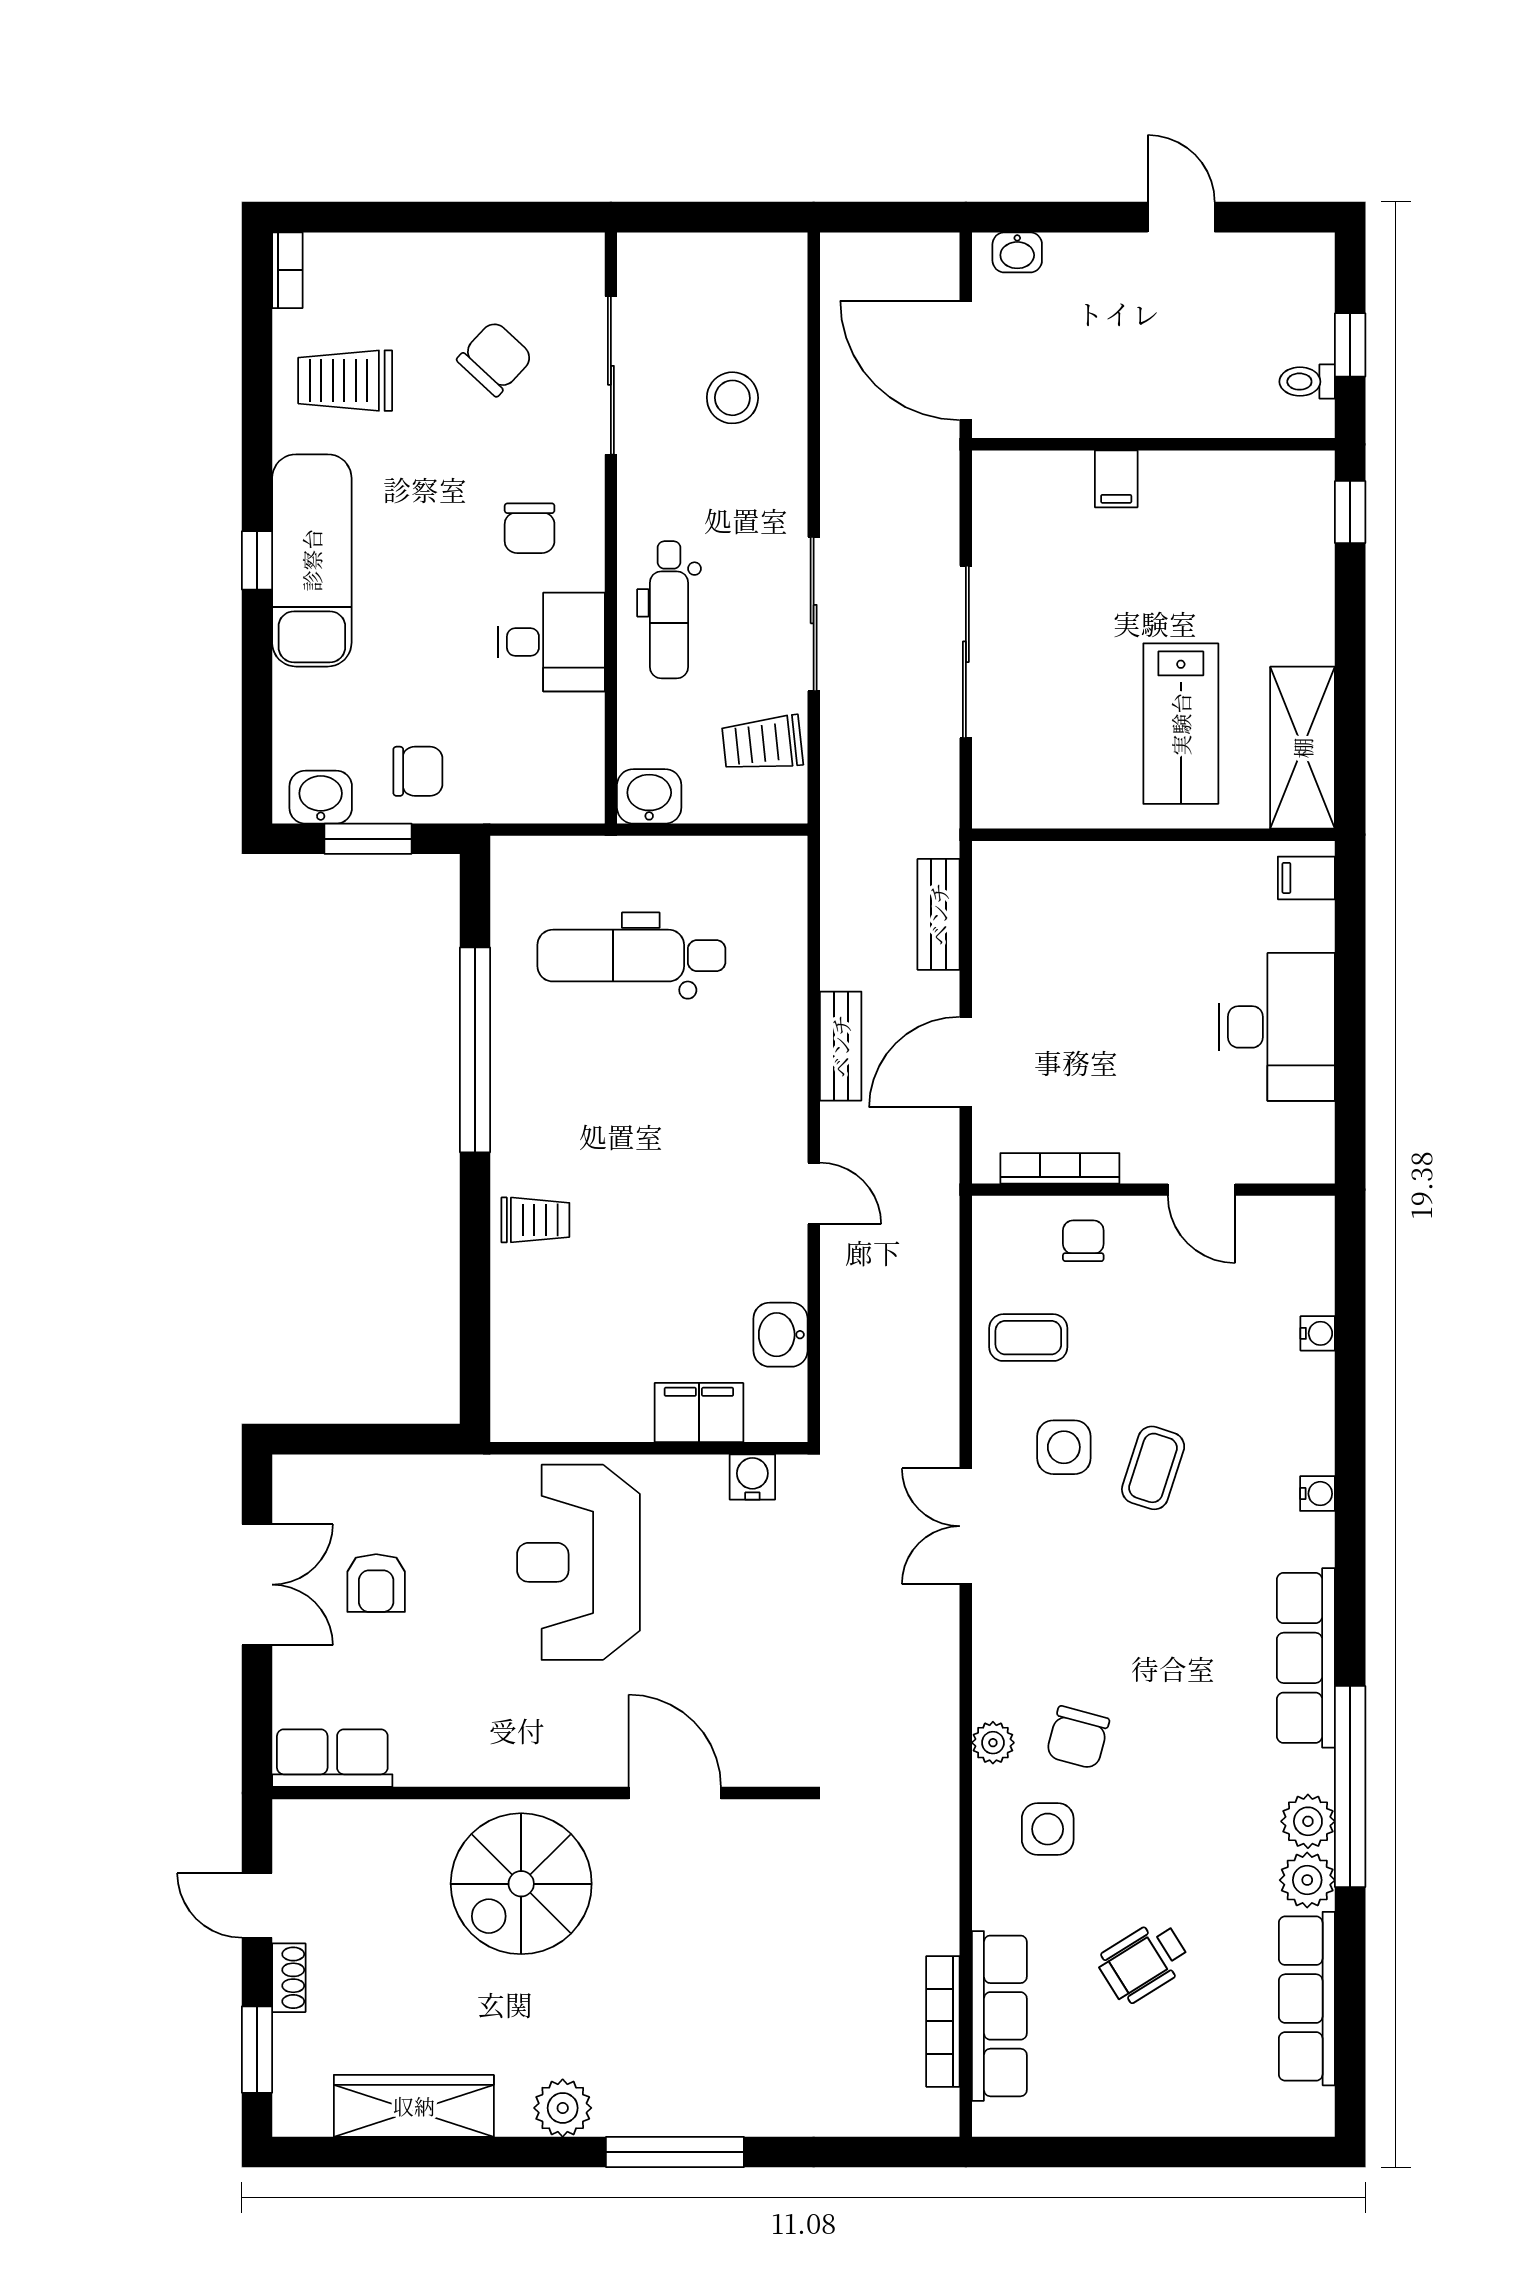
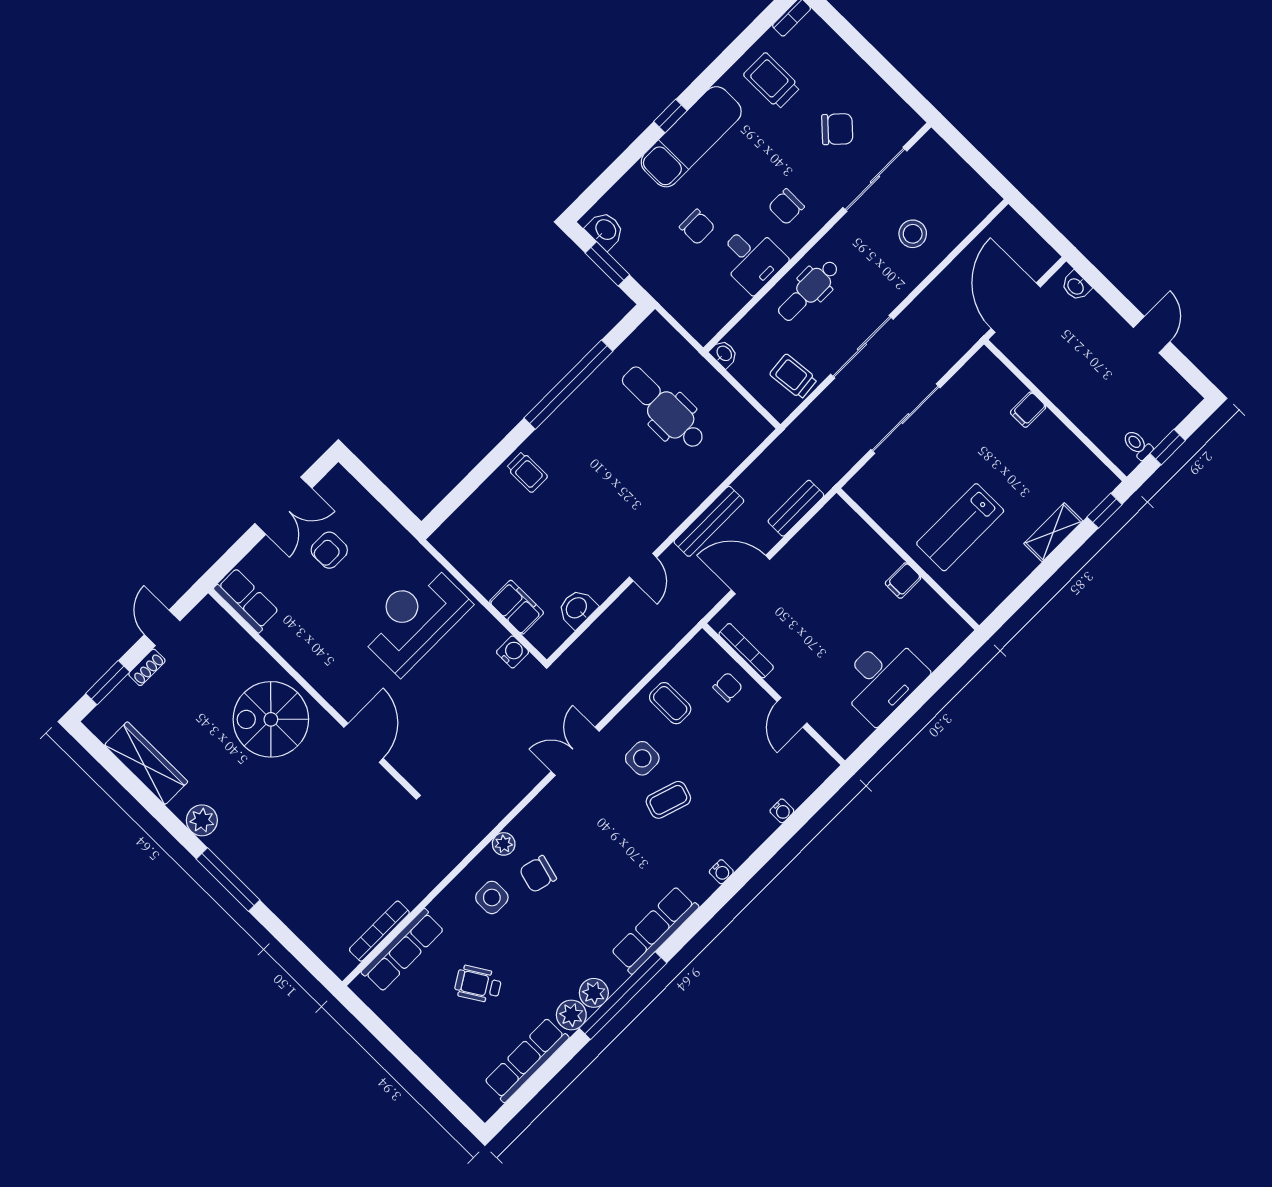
shelving: (1303, 748) -> (1053, 532), moved, width x0.67, depth x0.75
chair: (418, 771) -> (697, 227), moved
washbasin: (649, 796) -> (724, 354), width x0.72, depth x0.69
filing cabinet: (1306, 878) -> (903, 581), moved, turned -90
bench: (841, 1046) -> (709, 521), width x1.36

